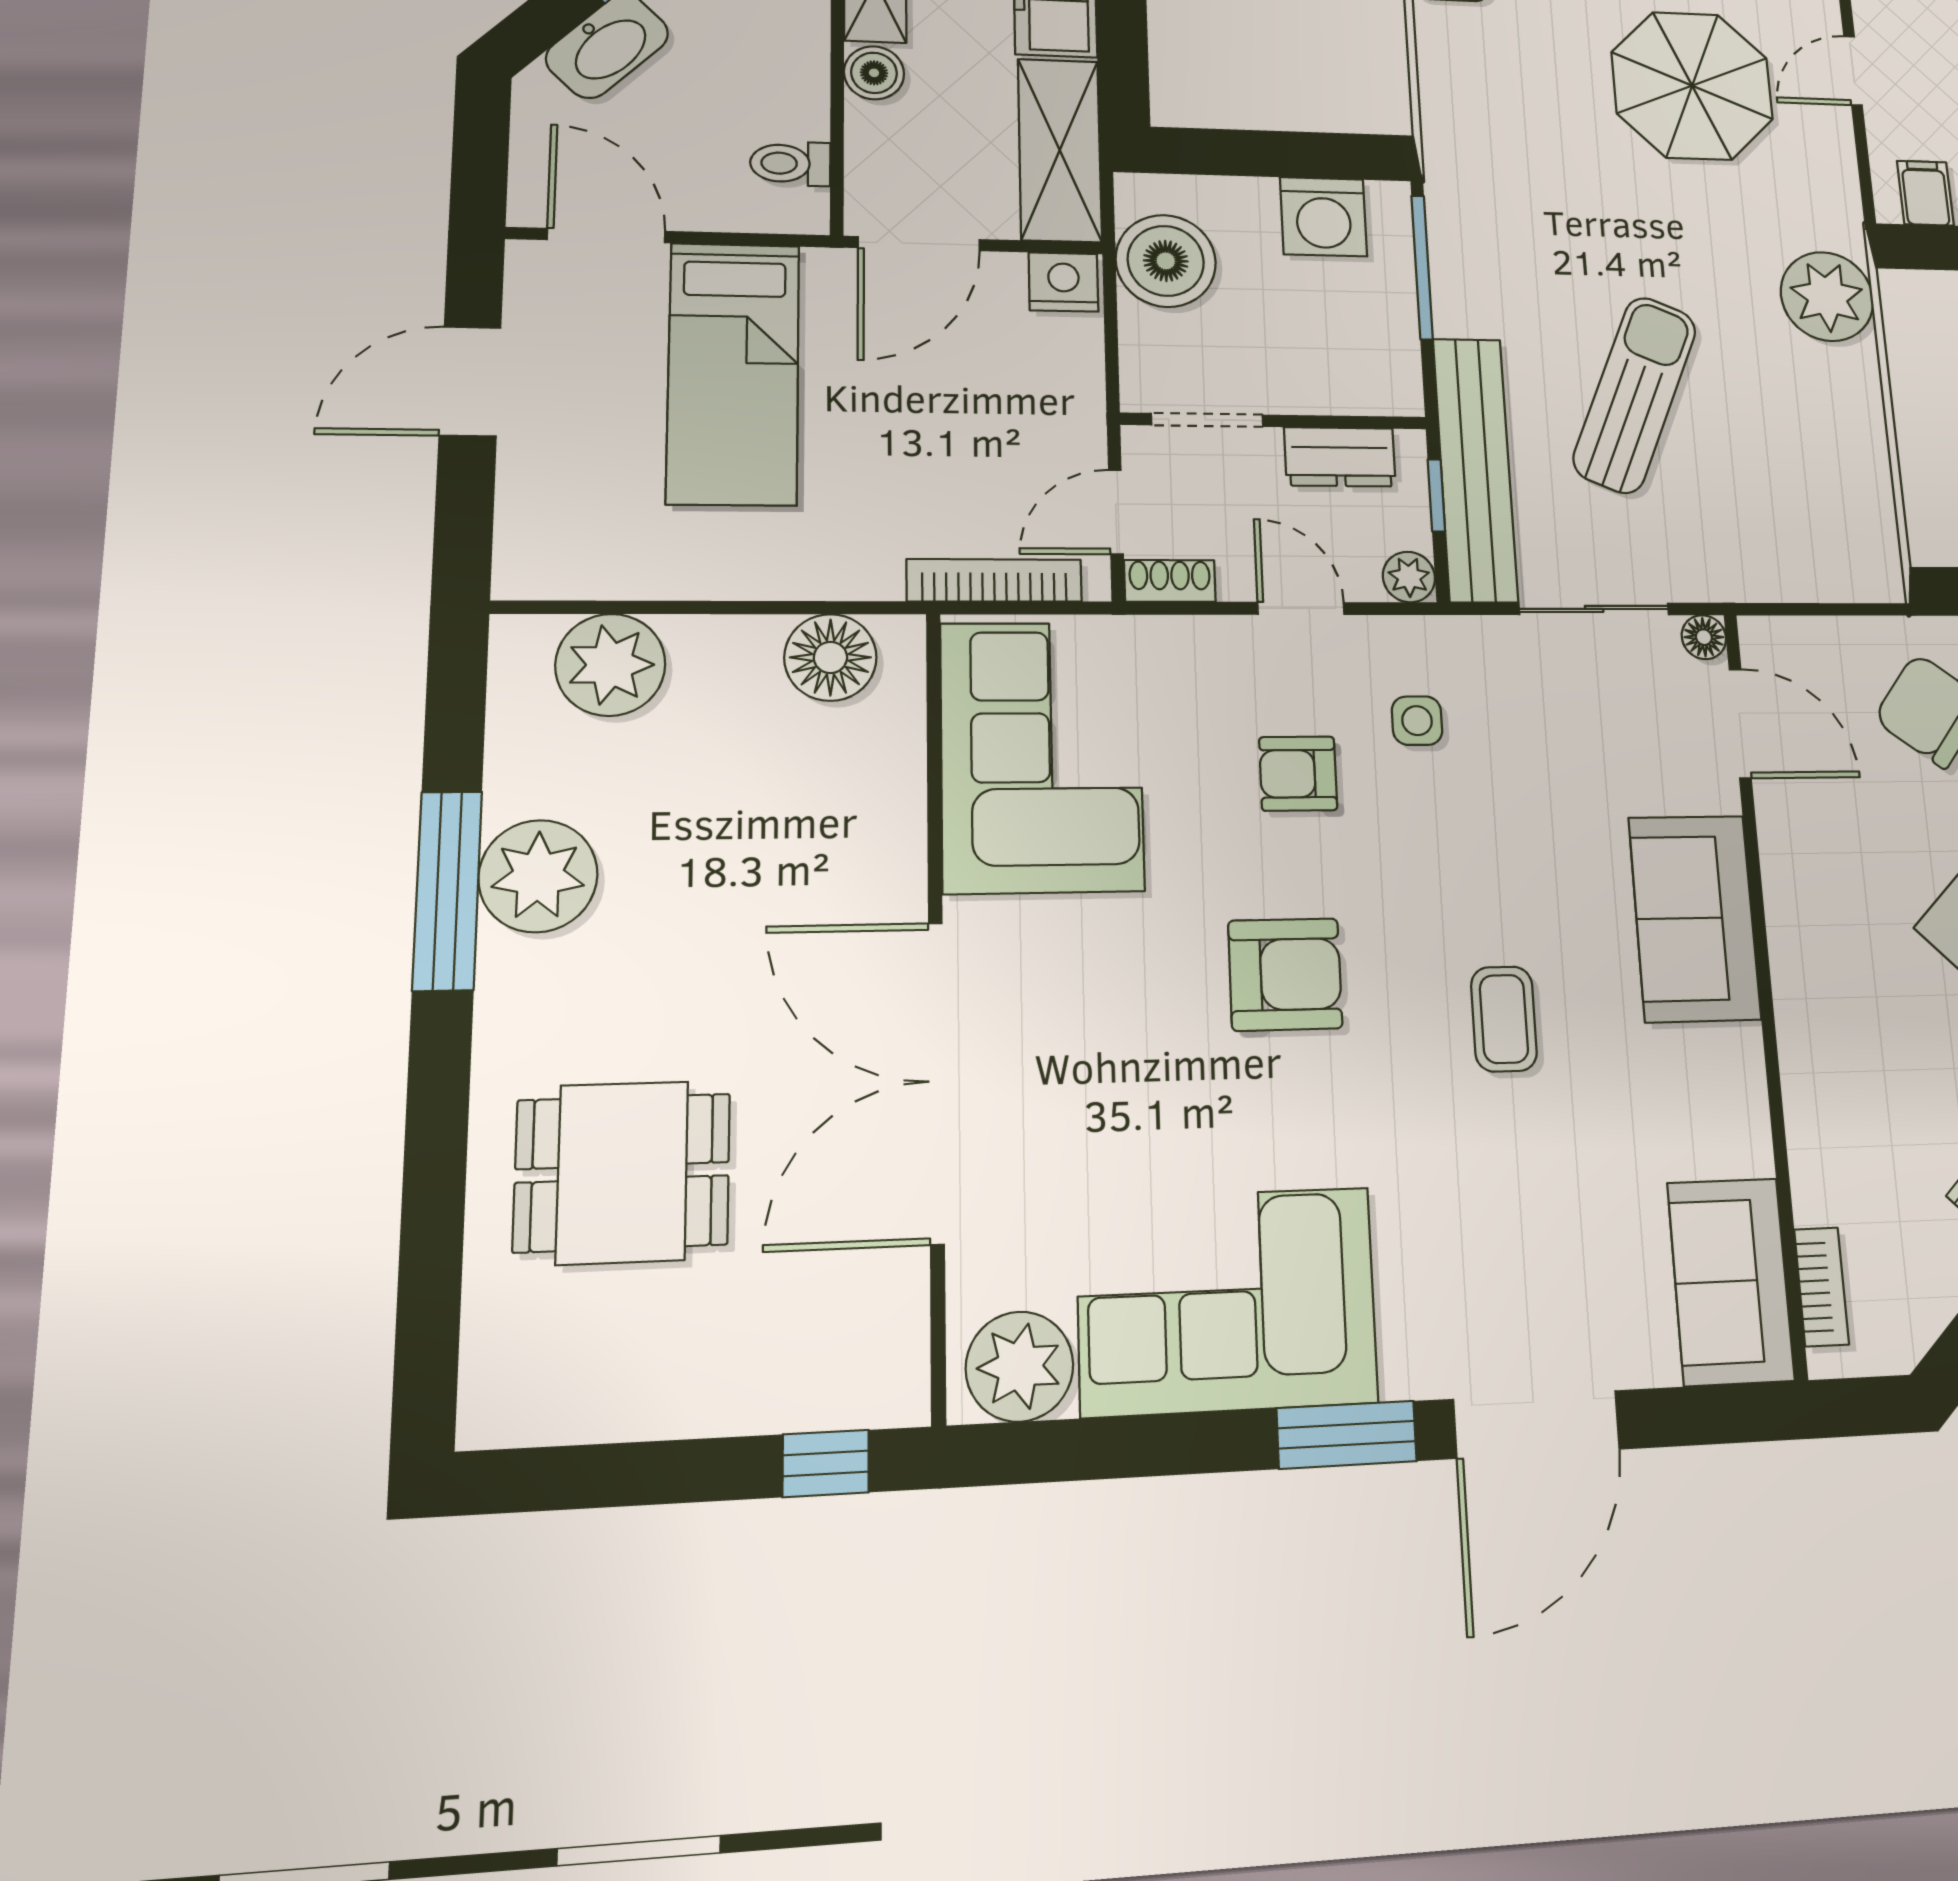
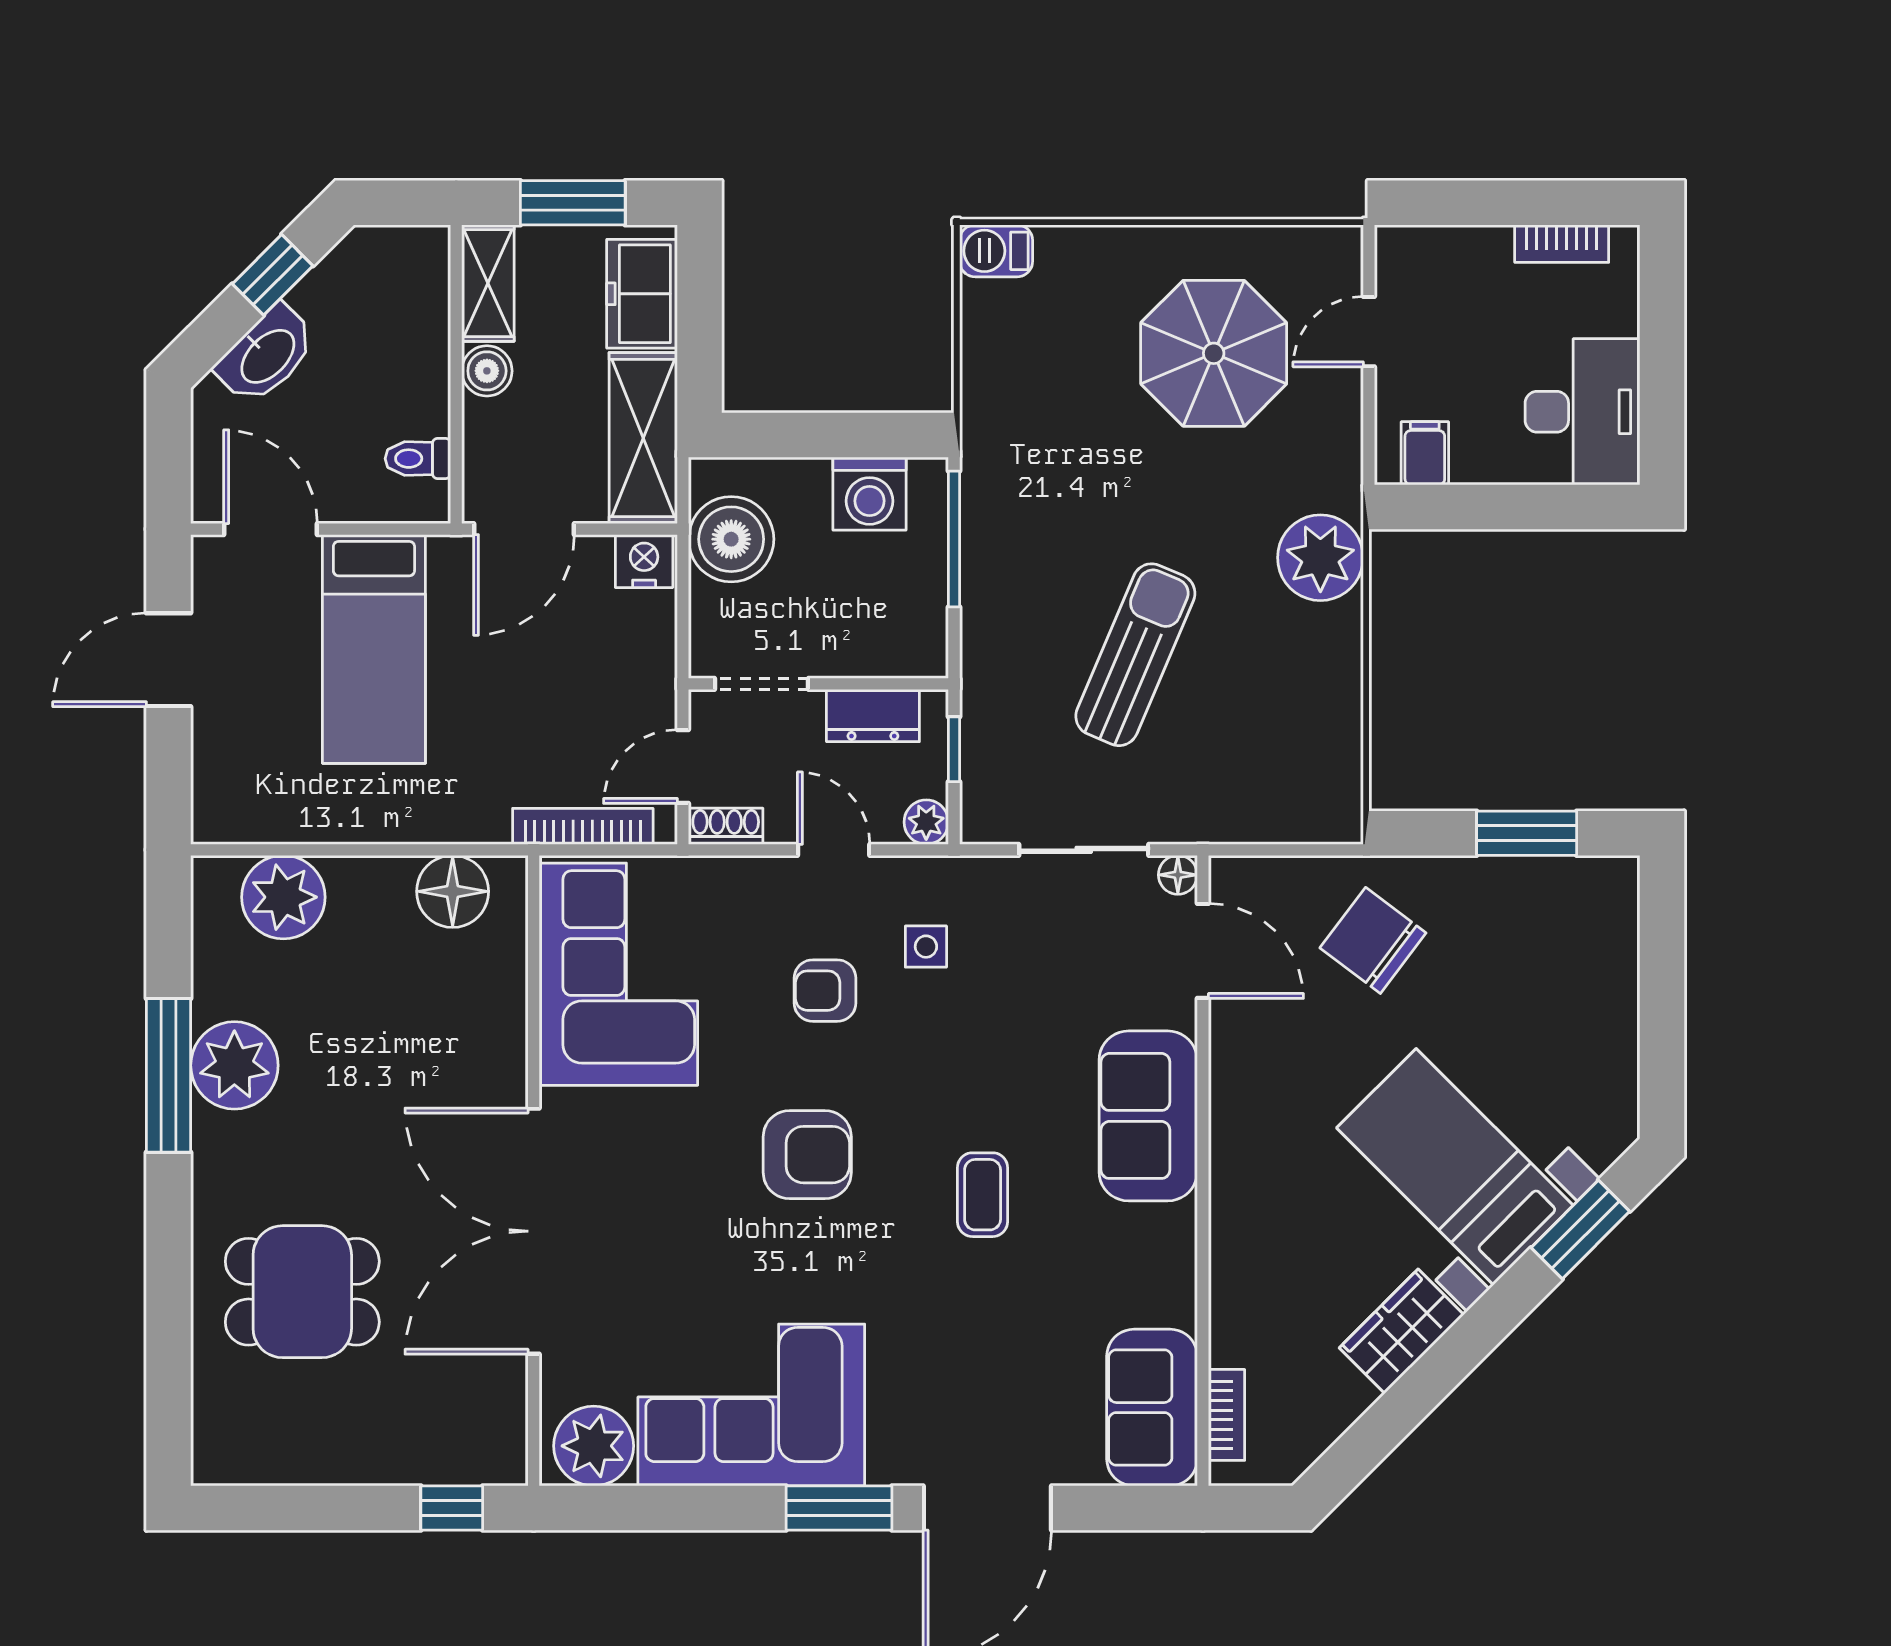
bench: (1475, 469) -> (989, 725), removed

